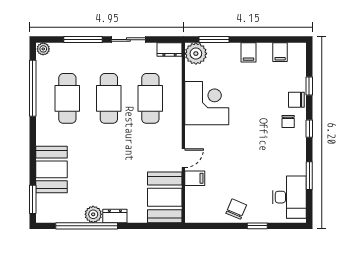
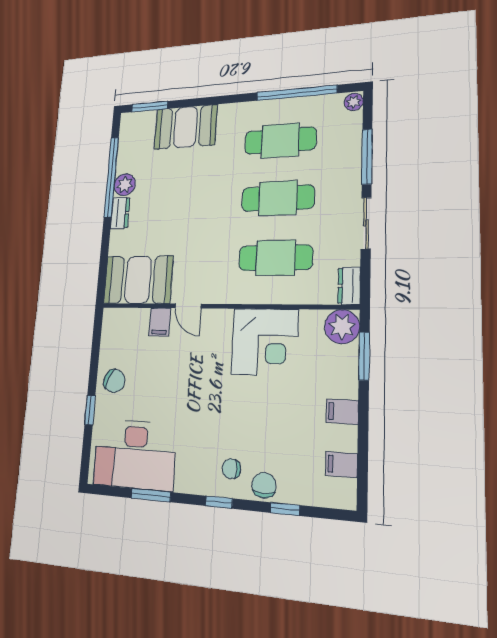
desk: (289, 197) -> (135, 455), width x1.36, depth x1.30

